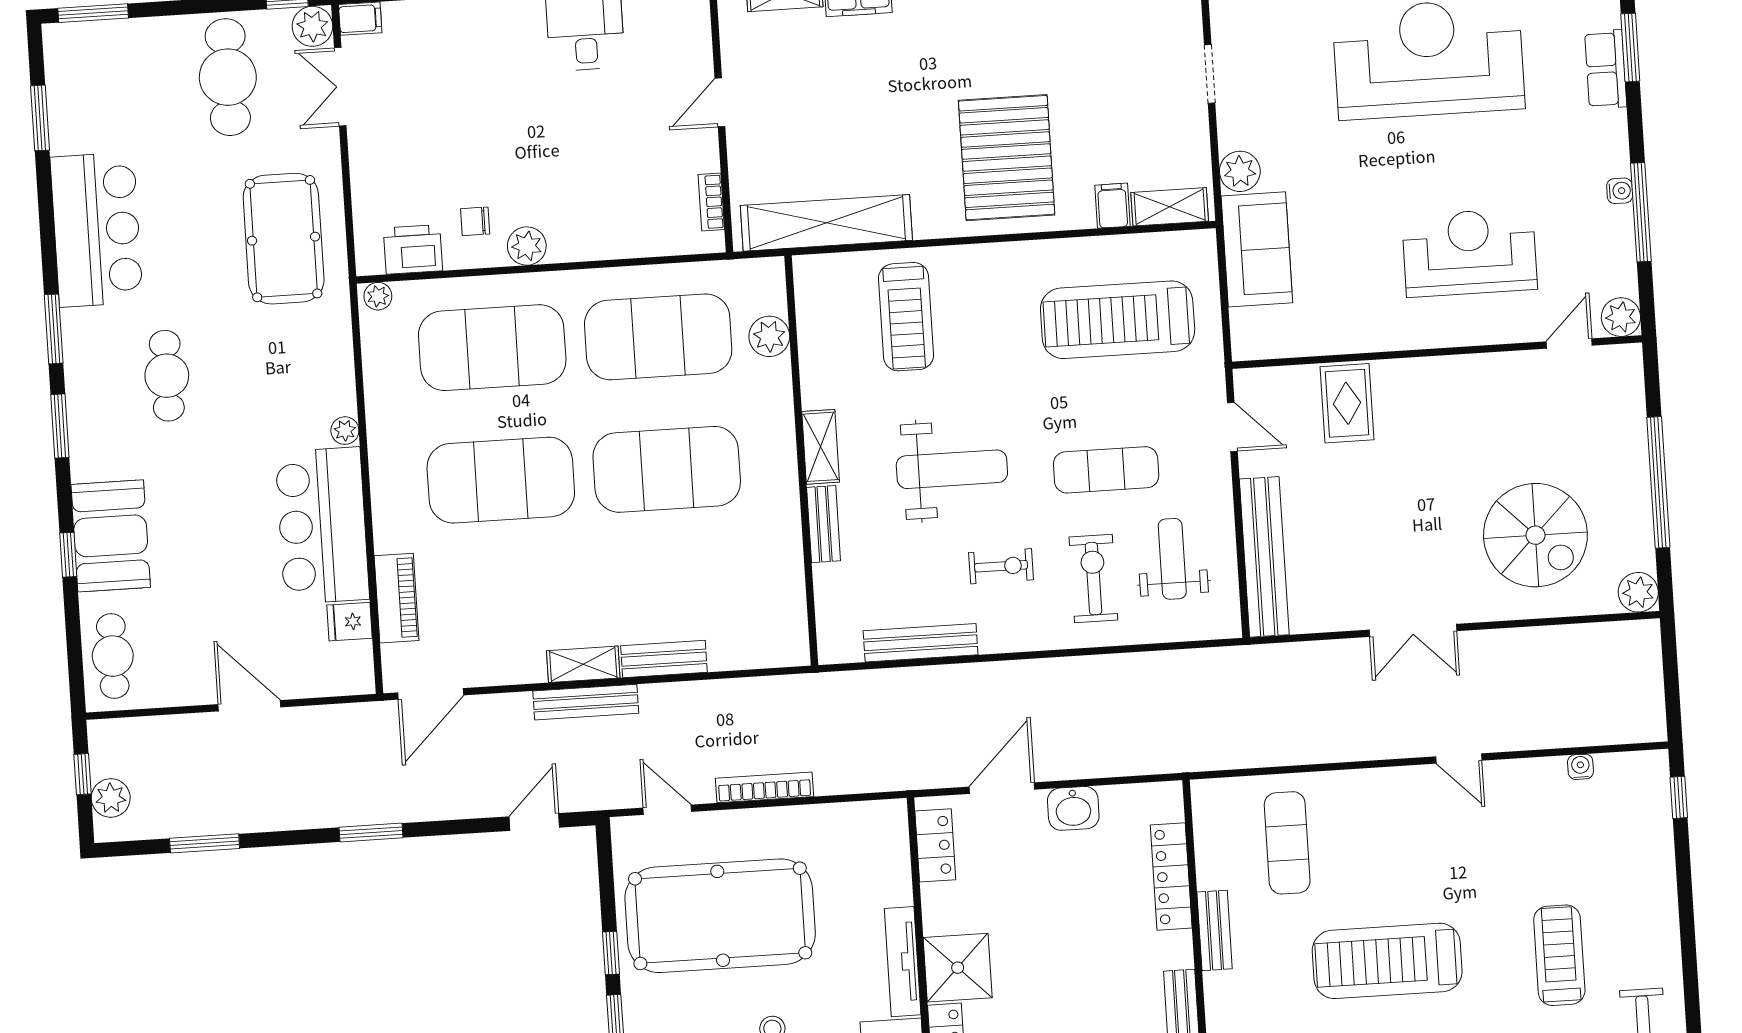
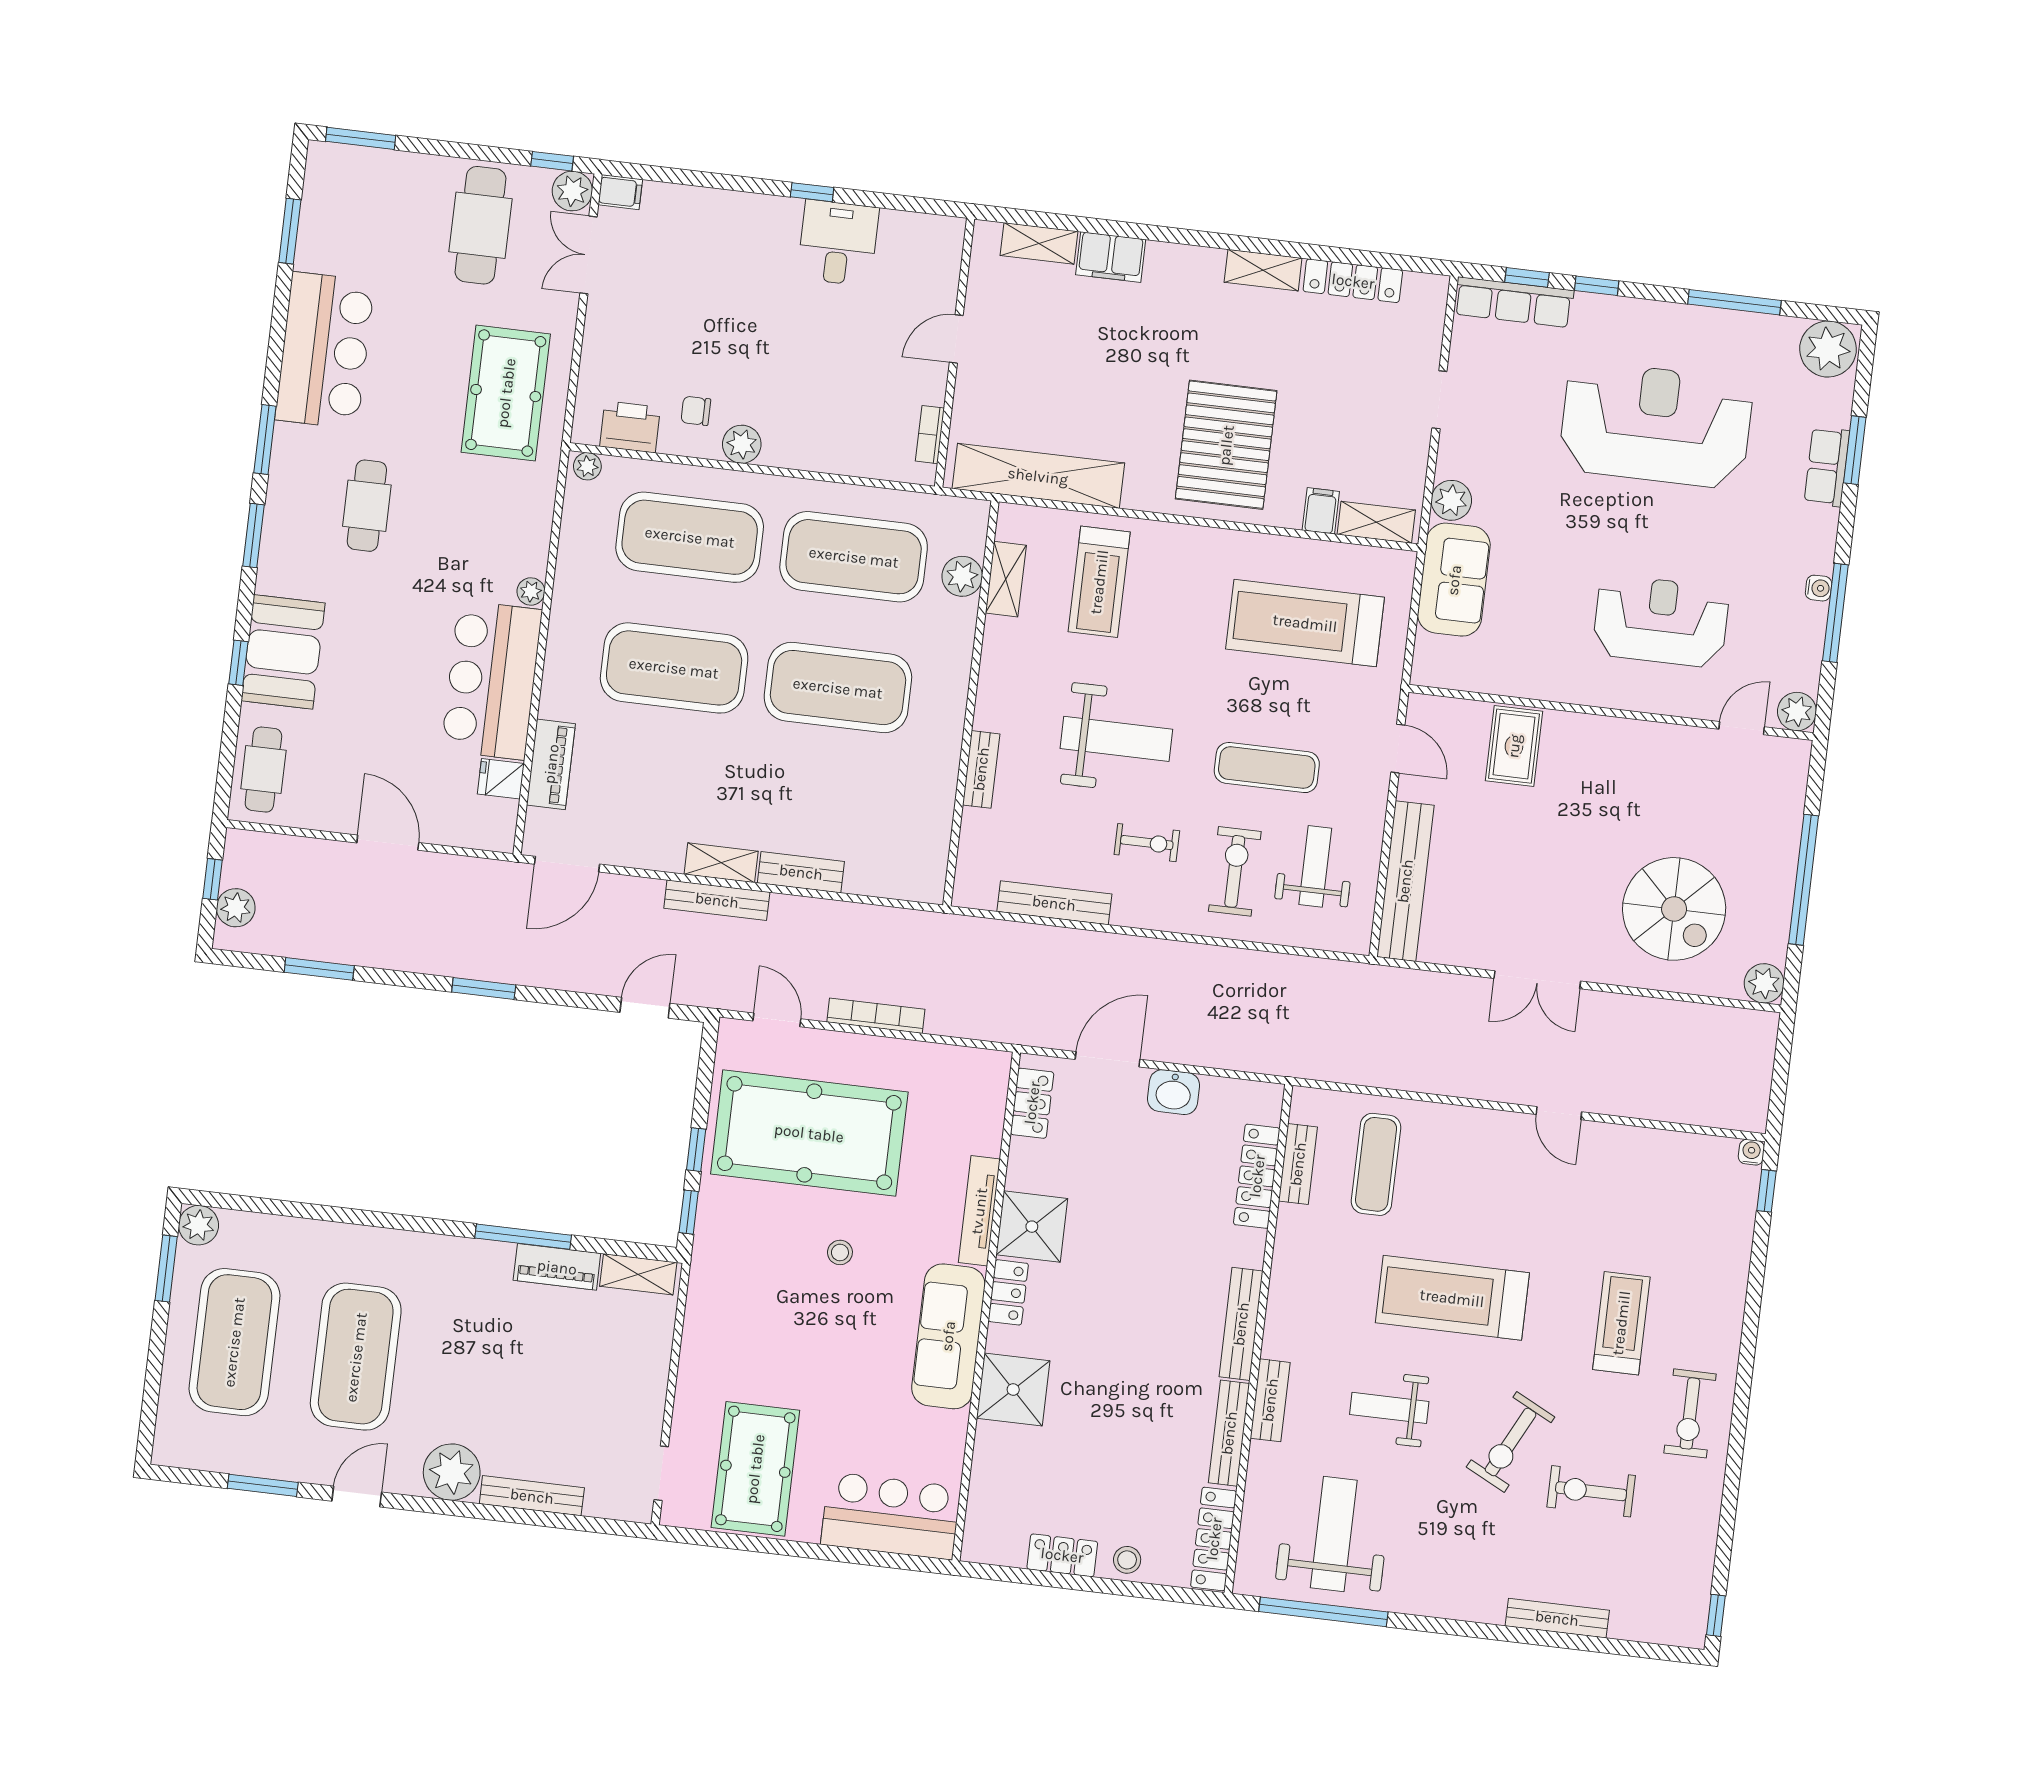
shelving: (821, 447) -> (1006, 579), moved
water cooler: (1580, 767) -> (1751, 1152), moved
bench: (1215, 930) -> (1298, 1164), moved

